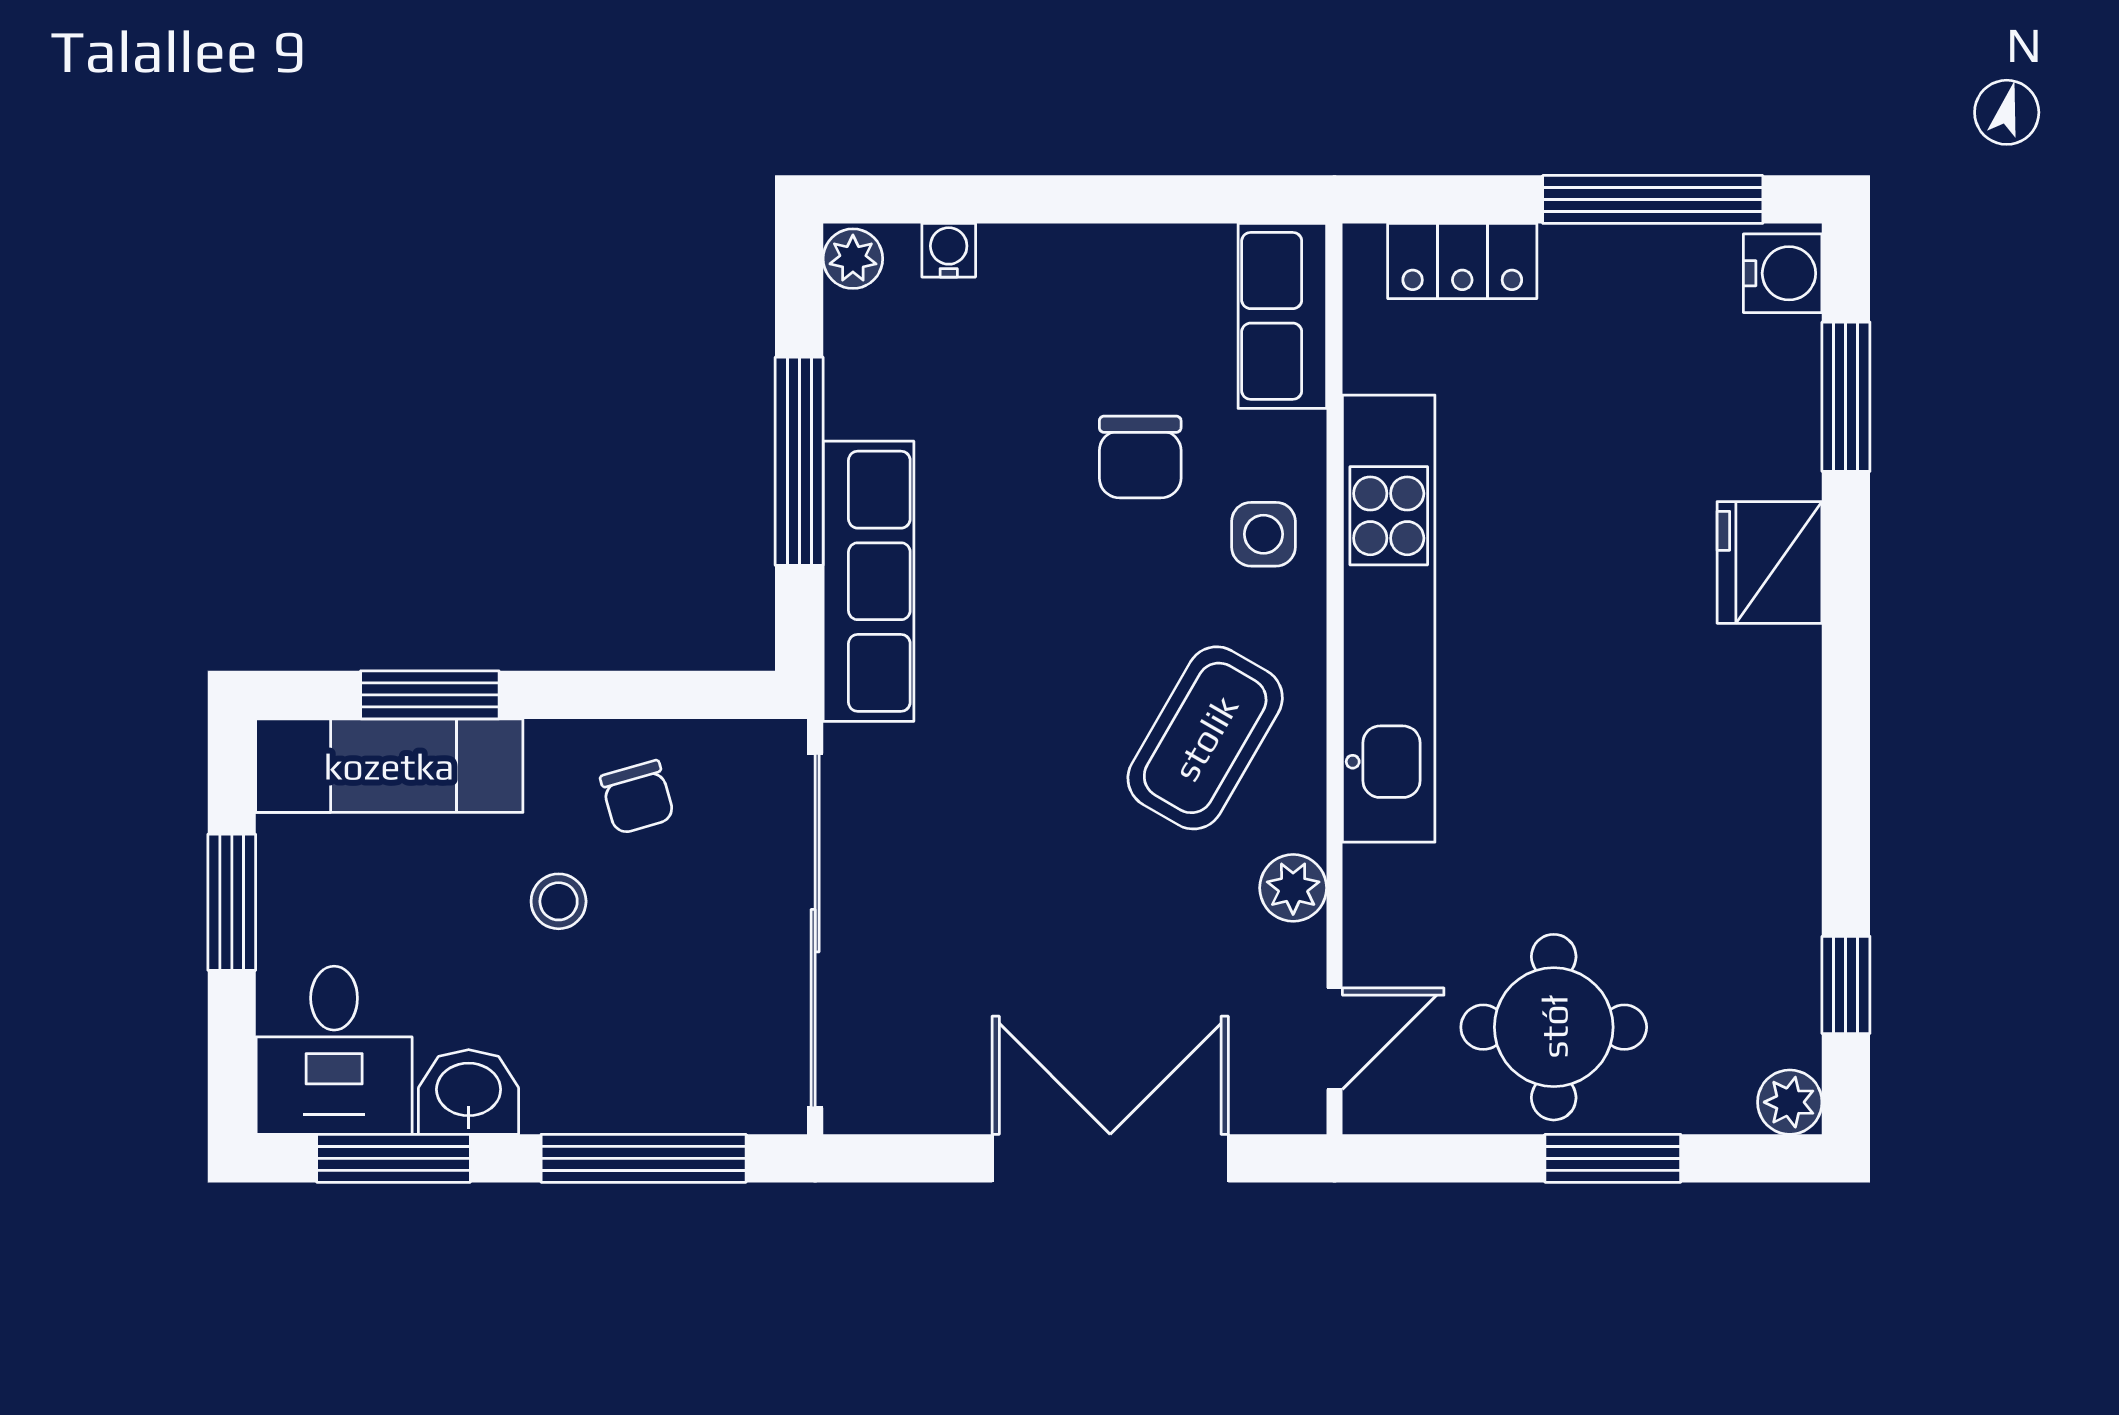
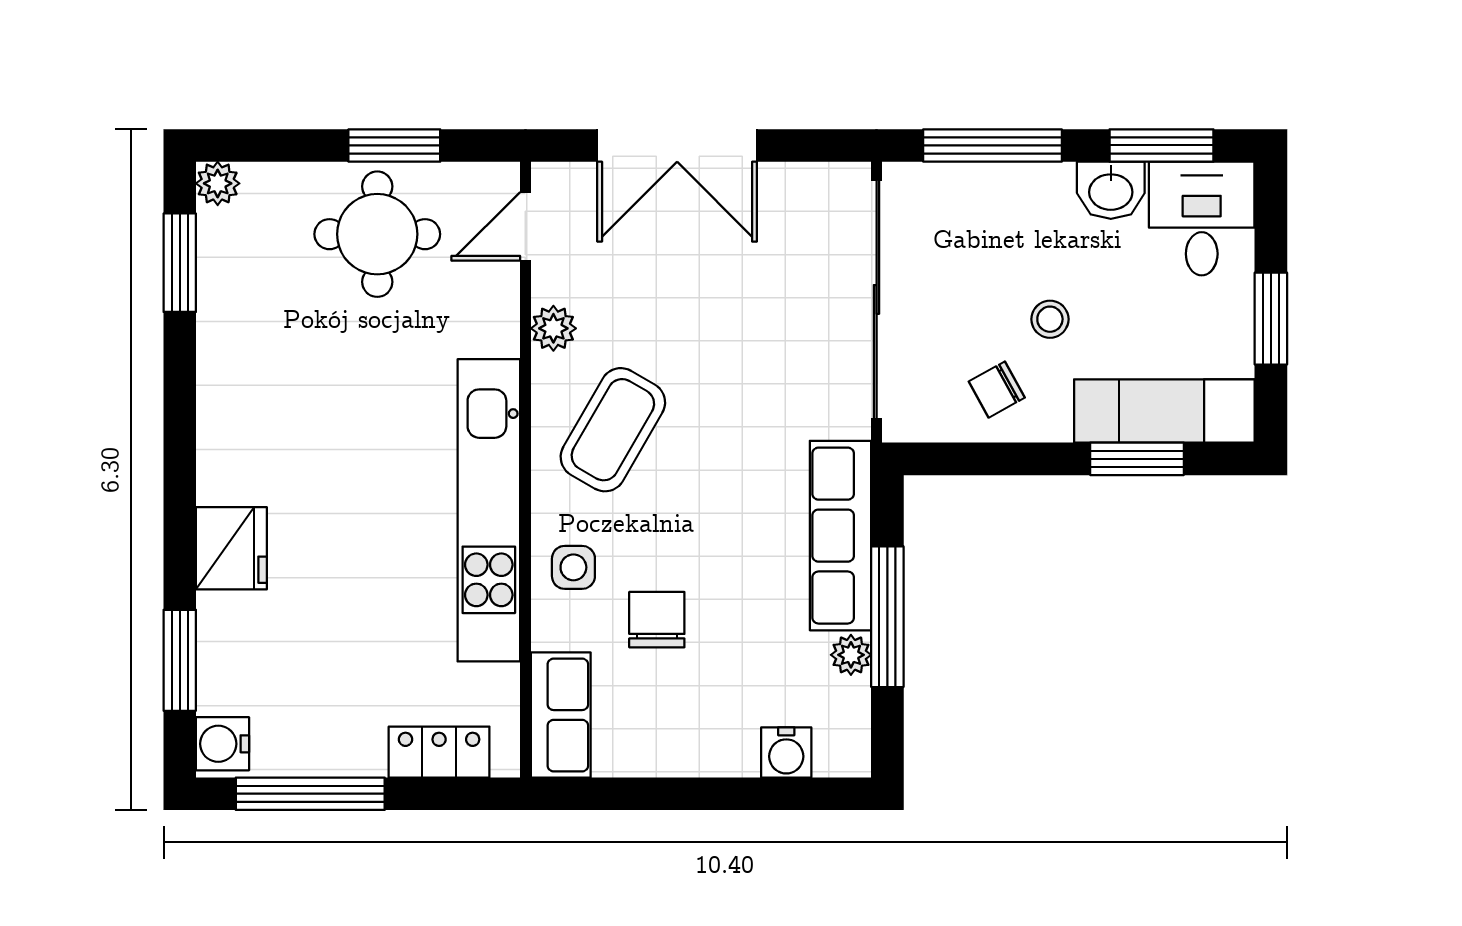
water cooler: (949, 250) -> (786, 752), width x1.38, depth x1.38
plant: (853, 259) -> (851, 655), moved
chair: (637, 797) -> (997, 390), turned -103
window: (1846, 985) -> (180, 263), width x1.50
window: (1613, 1158) -> (394, 145), moved

